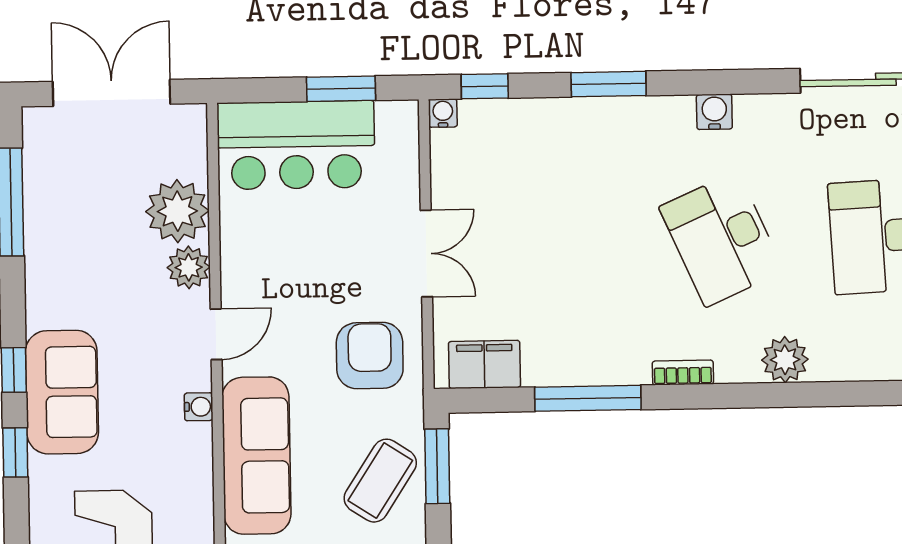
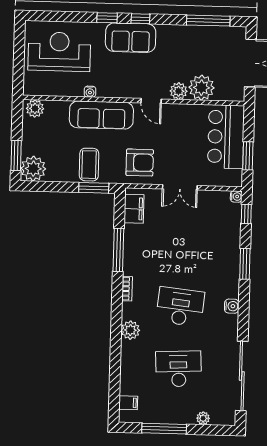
desk: (722, 239) -> (180, 307), turned 30
water cooler: (199, 407) -> (90, 92), moved
coffee table: (380, 481) -> (89, 165), turned 57

